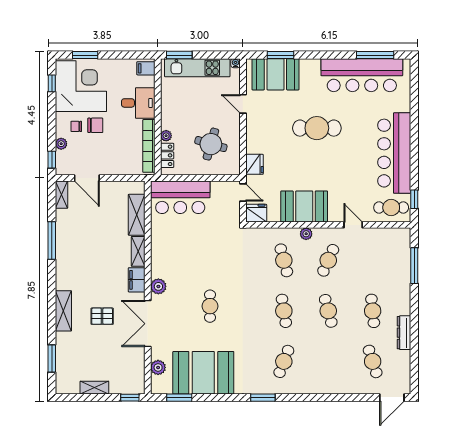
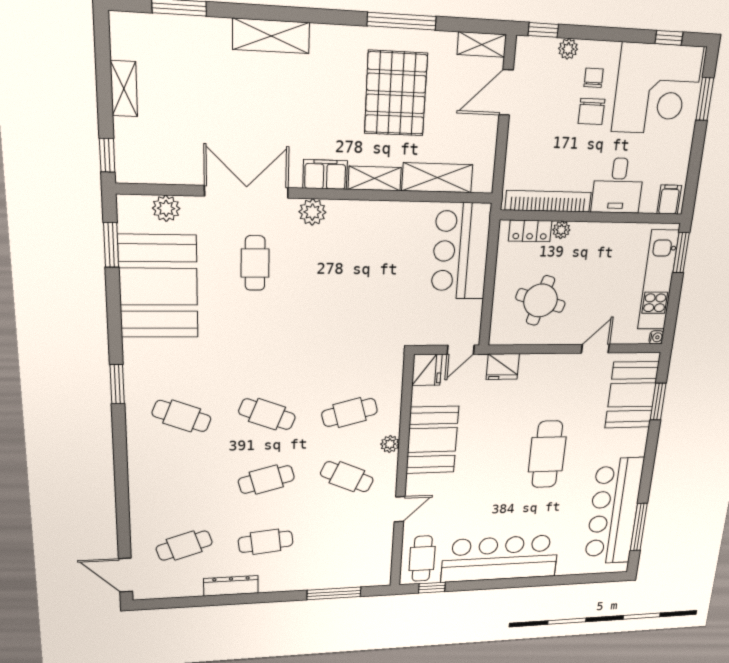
cafe table: (210, 306) -> (255, 263), moved, turned 90
cafe table: (284, 311) -> (267, 414), turned 30
pallet: (102, 316) -> (396, 94), moved, width x2.05, depth x2.00

